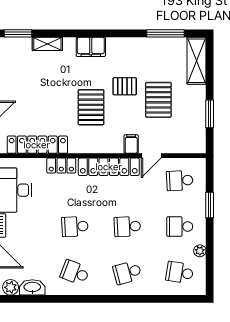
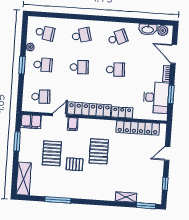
window: (166, 33) -> (58, 200), moved
filing cabinet: (91, 47) -> (31, 122), moved, turned 180
window: (210, 205) -> (22, 65), moved
school desk: (75, 273) -> (118, 38), turned -45

